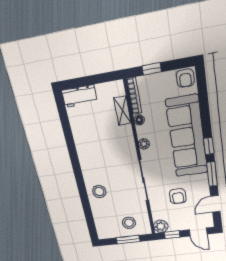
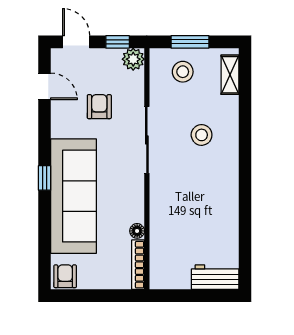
window: (152, 69) -> (108, 296), removed
shelving: (122, 110) -> (230, 75), moved
plant: (144, 144) -> (137, 195), removed
window: (212, 174) -> (45, 135), removed
stool: (99, 191) -> (202, 135), moved
door: (215, 204) -> (45, 86), hinge flipped

